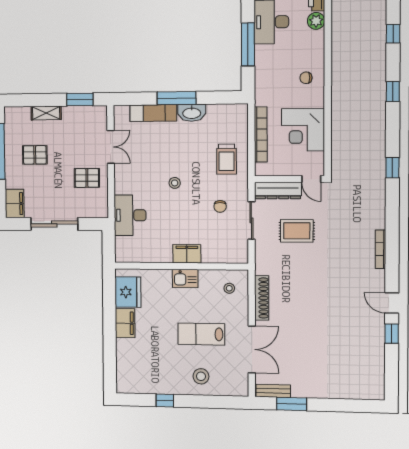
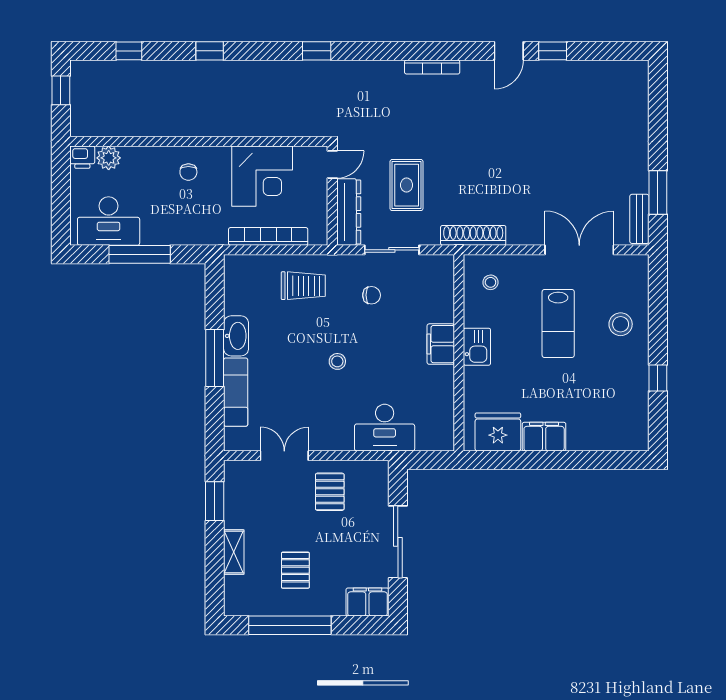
shoe rack: (262, 298) -> (473, 235), moved

